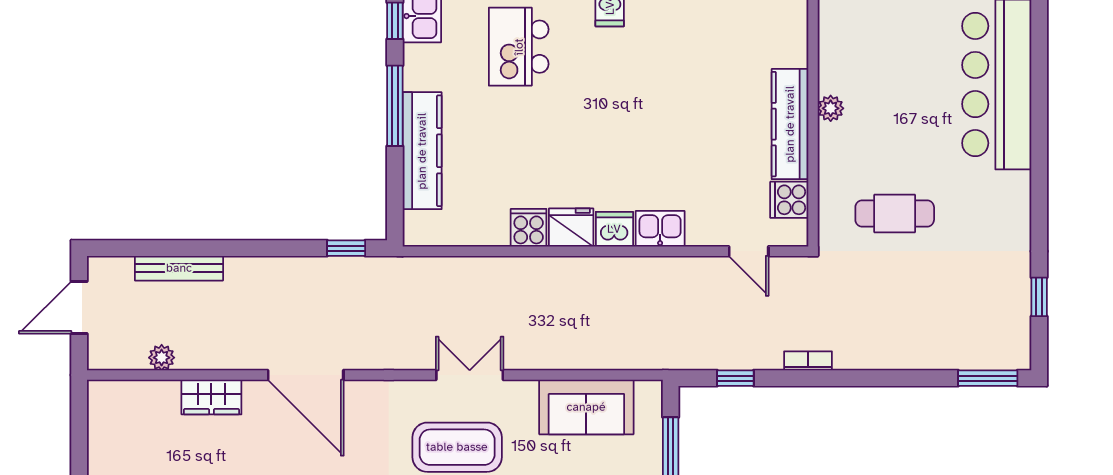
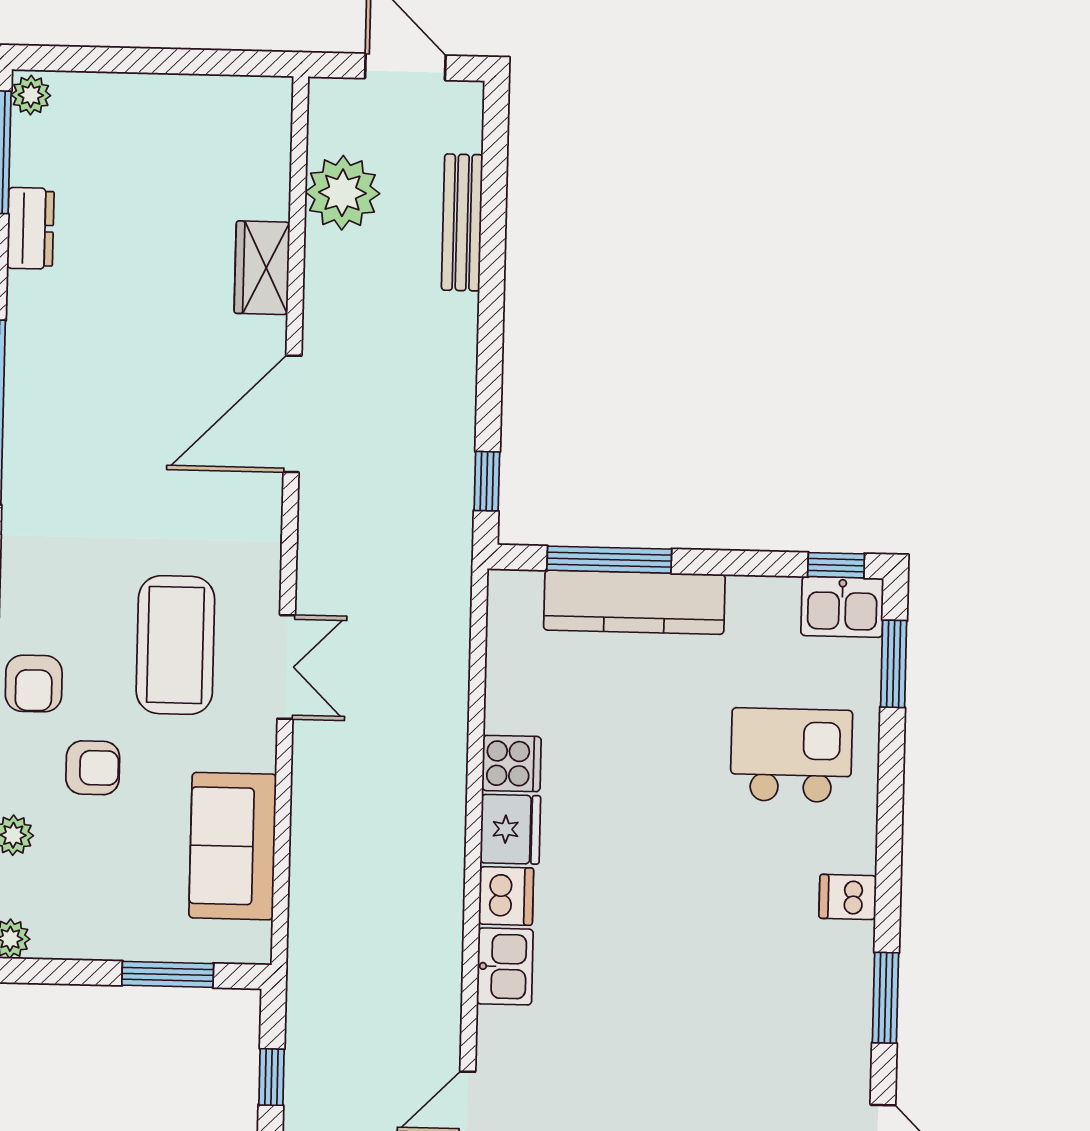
window: (395, 106) -> (609, 560), moved
plant: (162, 358) -> (342, 193), width x1.87, depth x1.87

